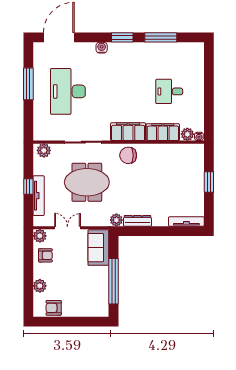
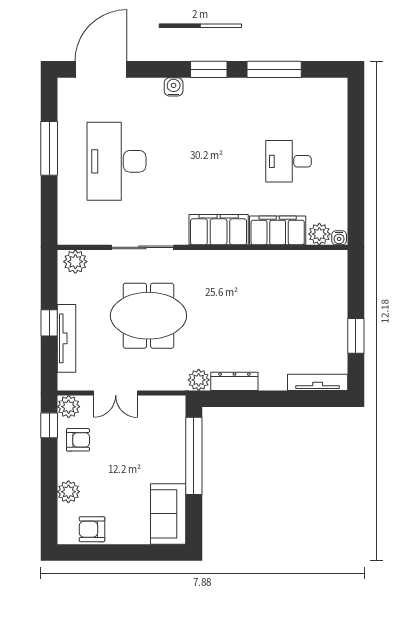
chair: (128, 155) -> (219, 270), removed
window: (209, 182) -> (356, 336), moved
double door: (67, 228) -> (116, 393), swing flipped
window: (28, 247) -> (49, 425), added
sofa: (98, 248) -> (168, 514), moved
window: (114, 281) -> (194, 456), moved

